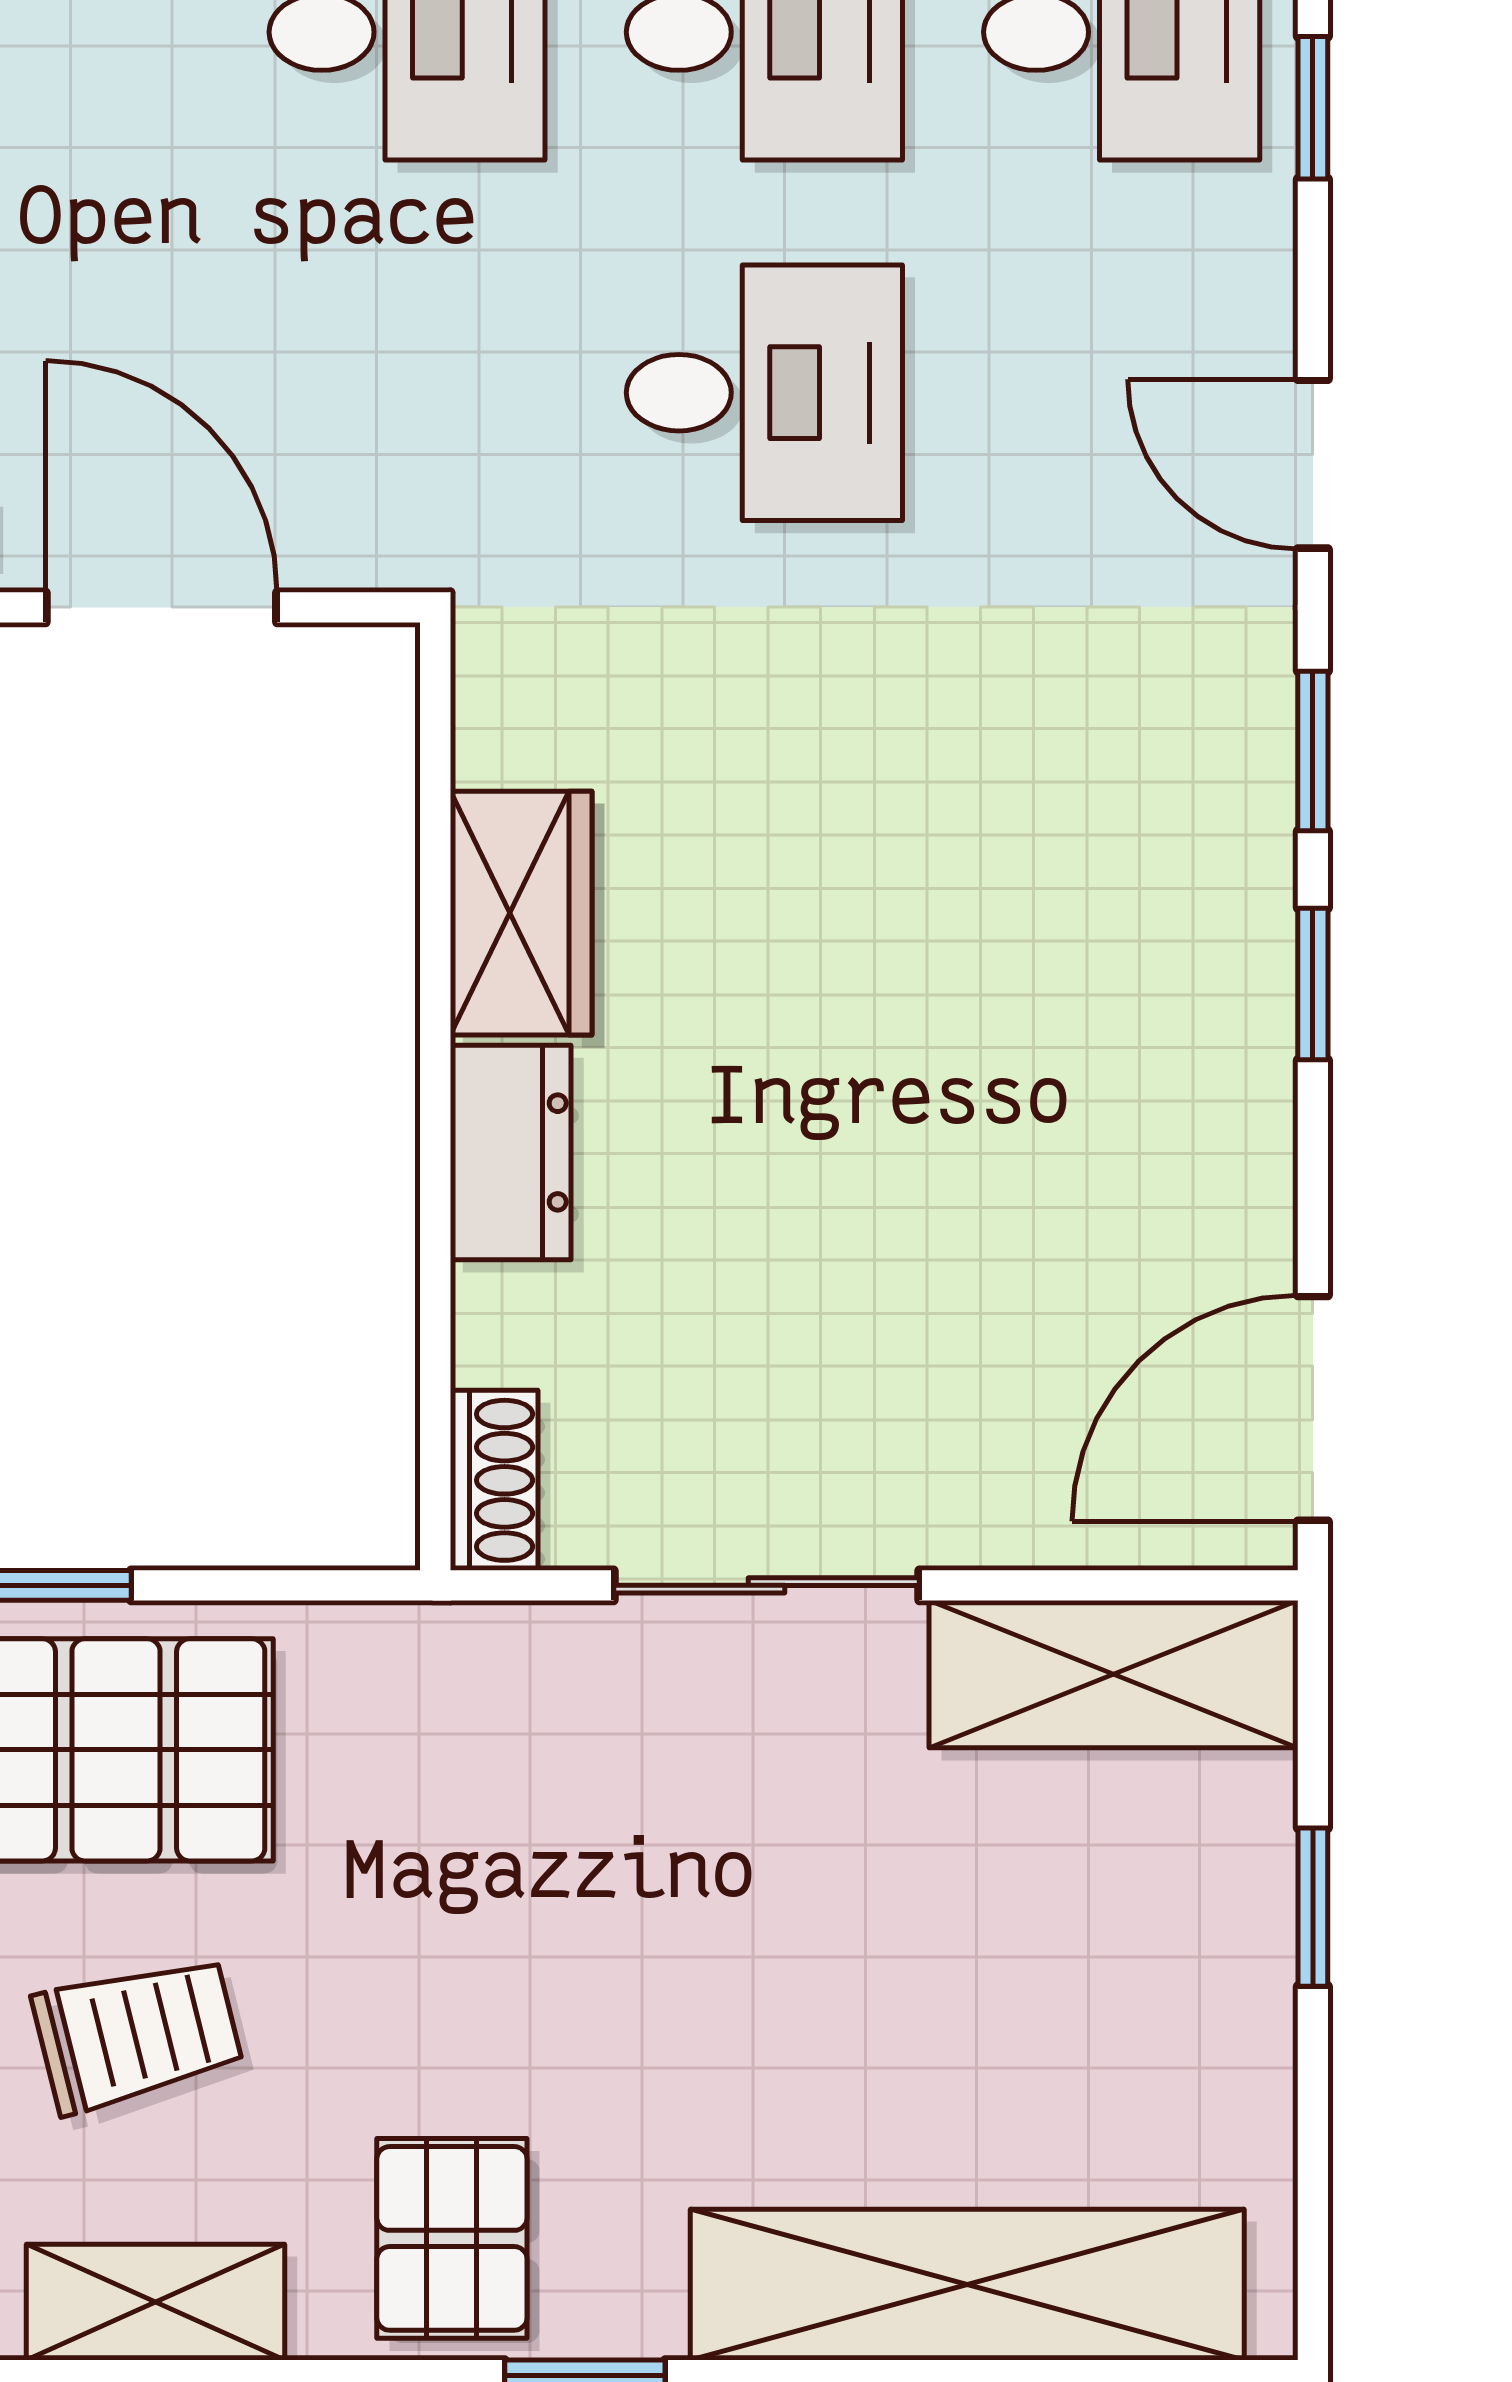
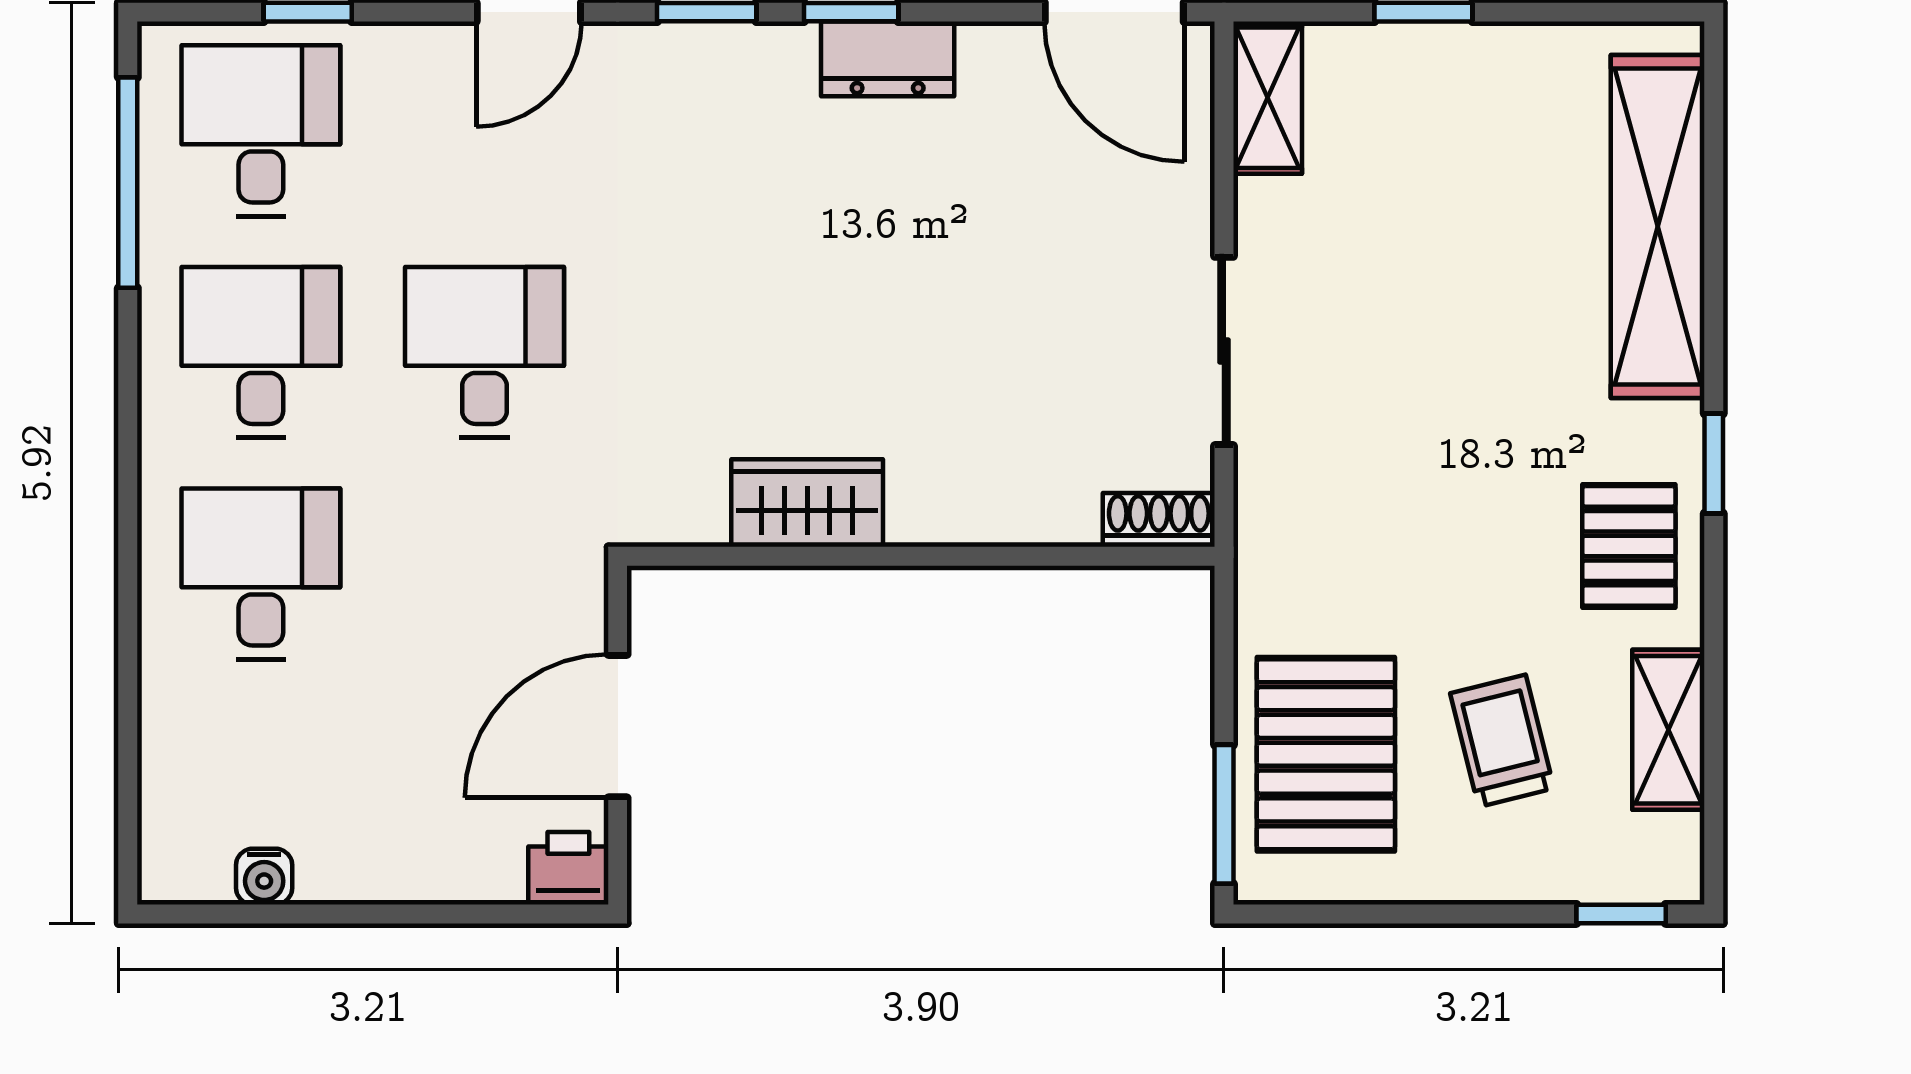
dresser: (511, 1153) -> (888, 59), moved, turned 180
shelving: (1113, 1674) -> (1268, 98), width x0.67, depth x0.75
pallet: (452, 2238) -> (1629, 546), turned 90

